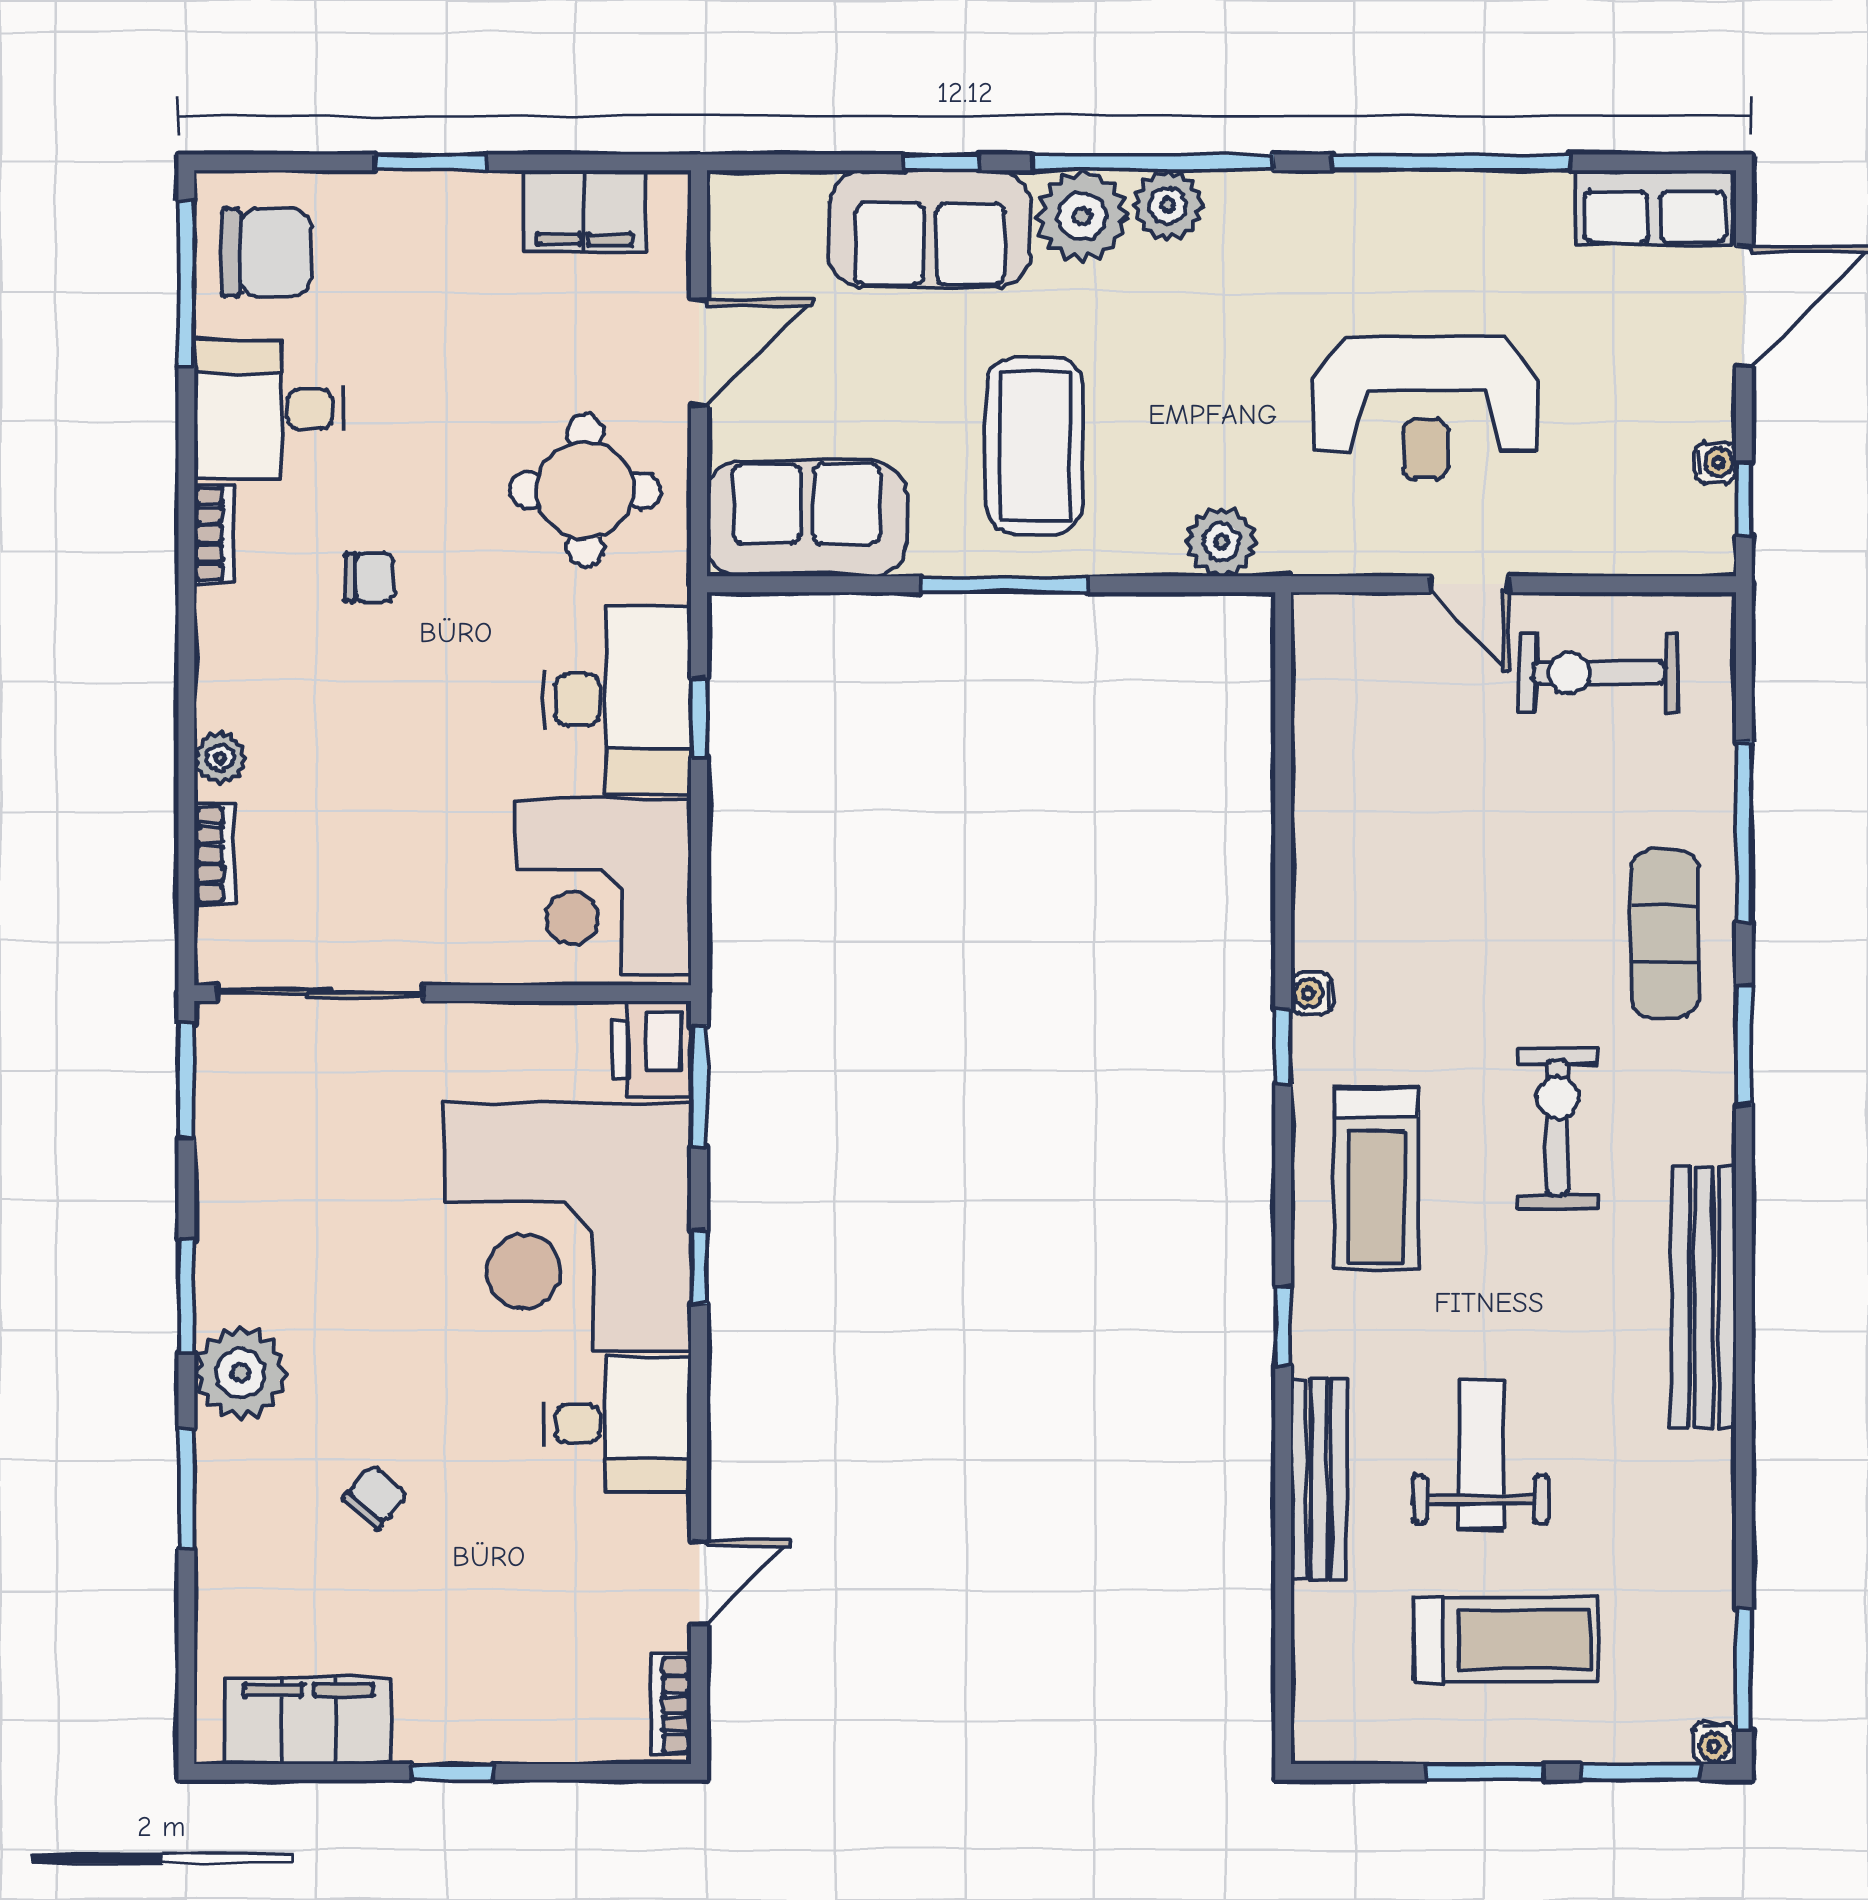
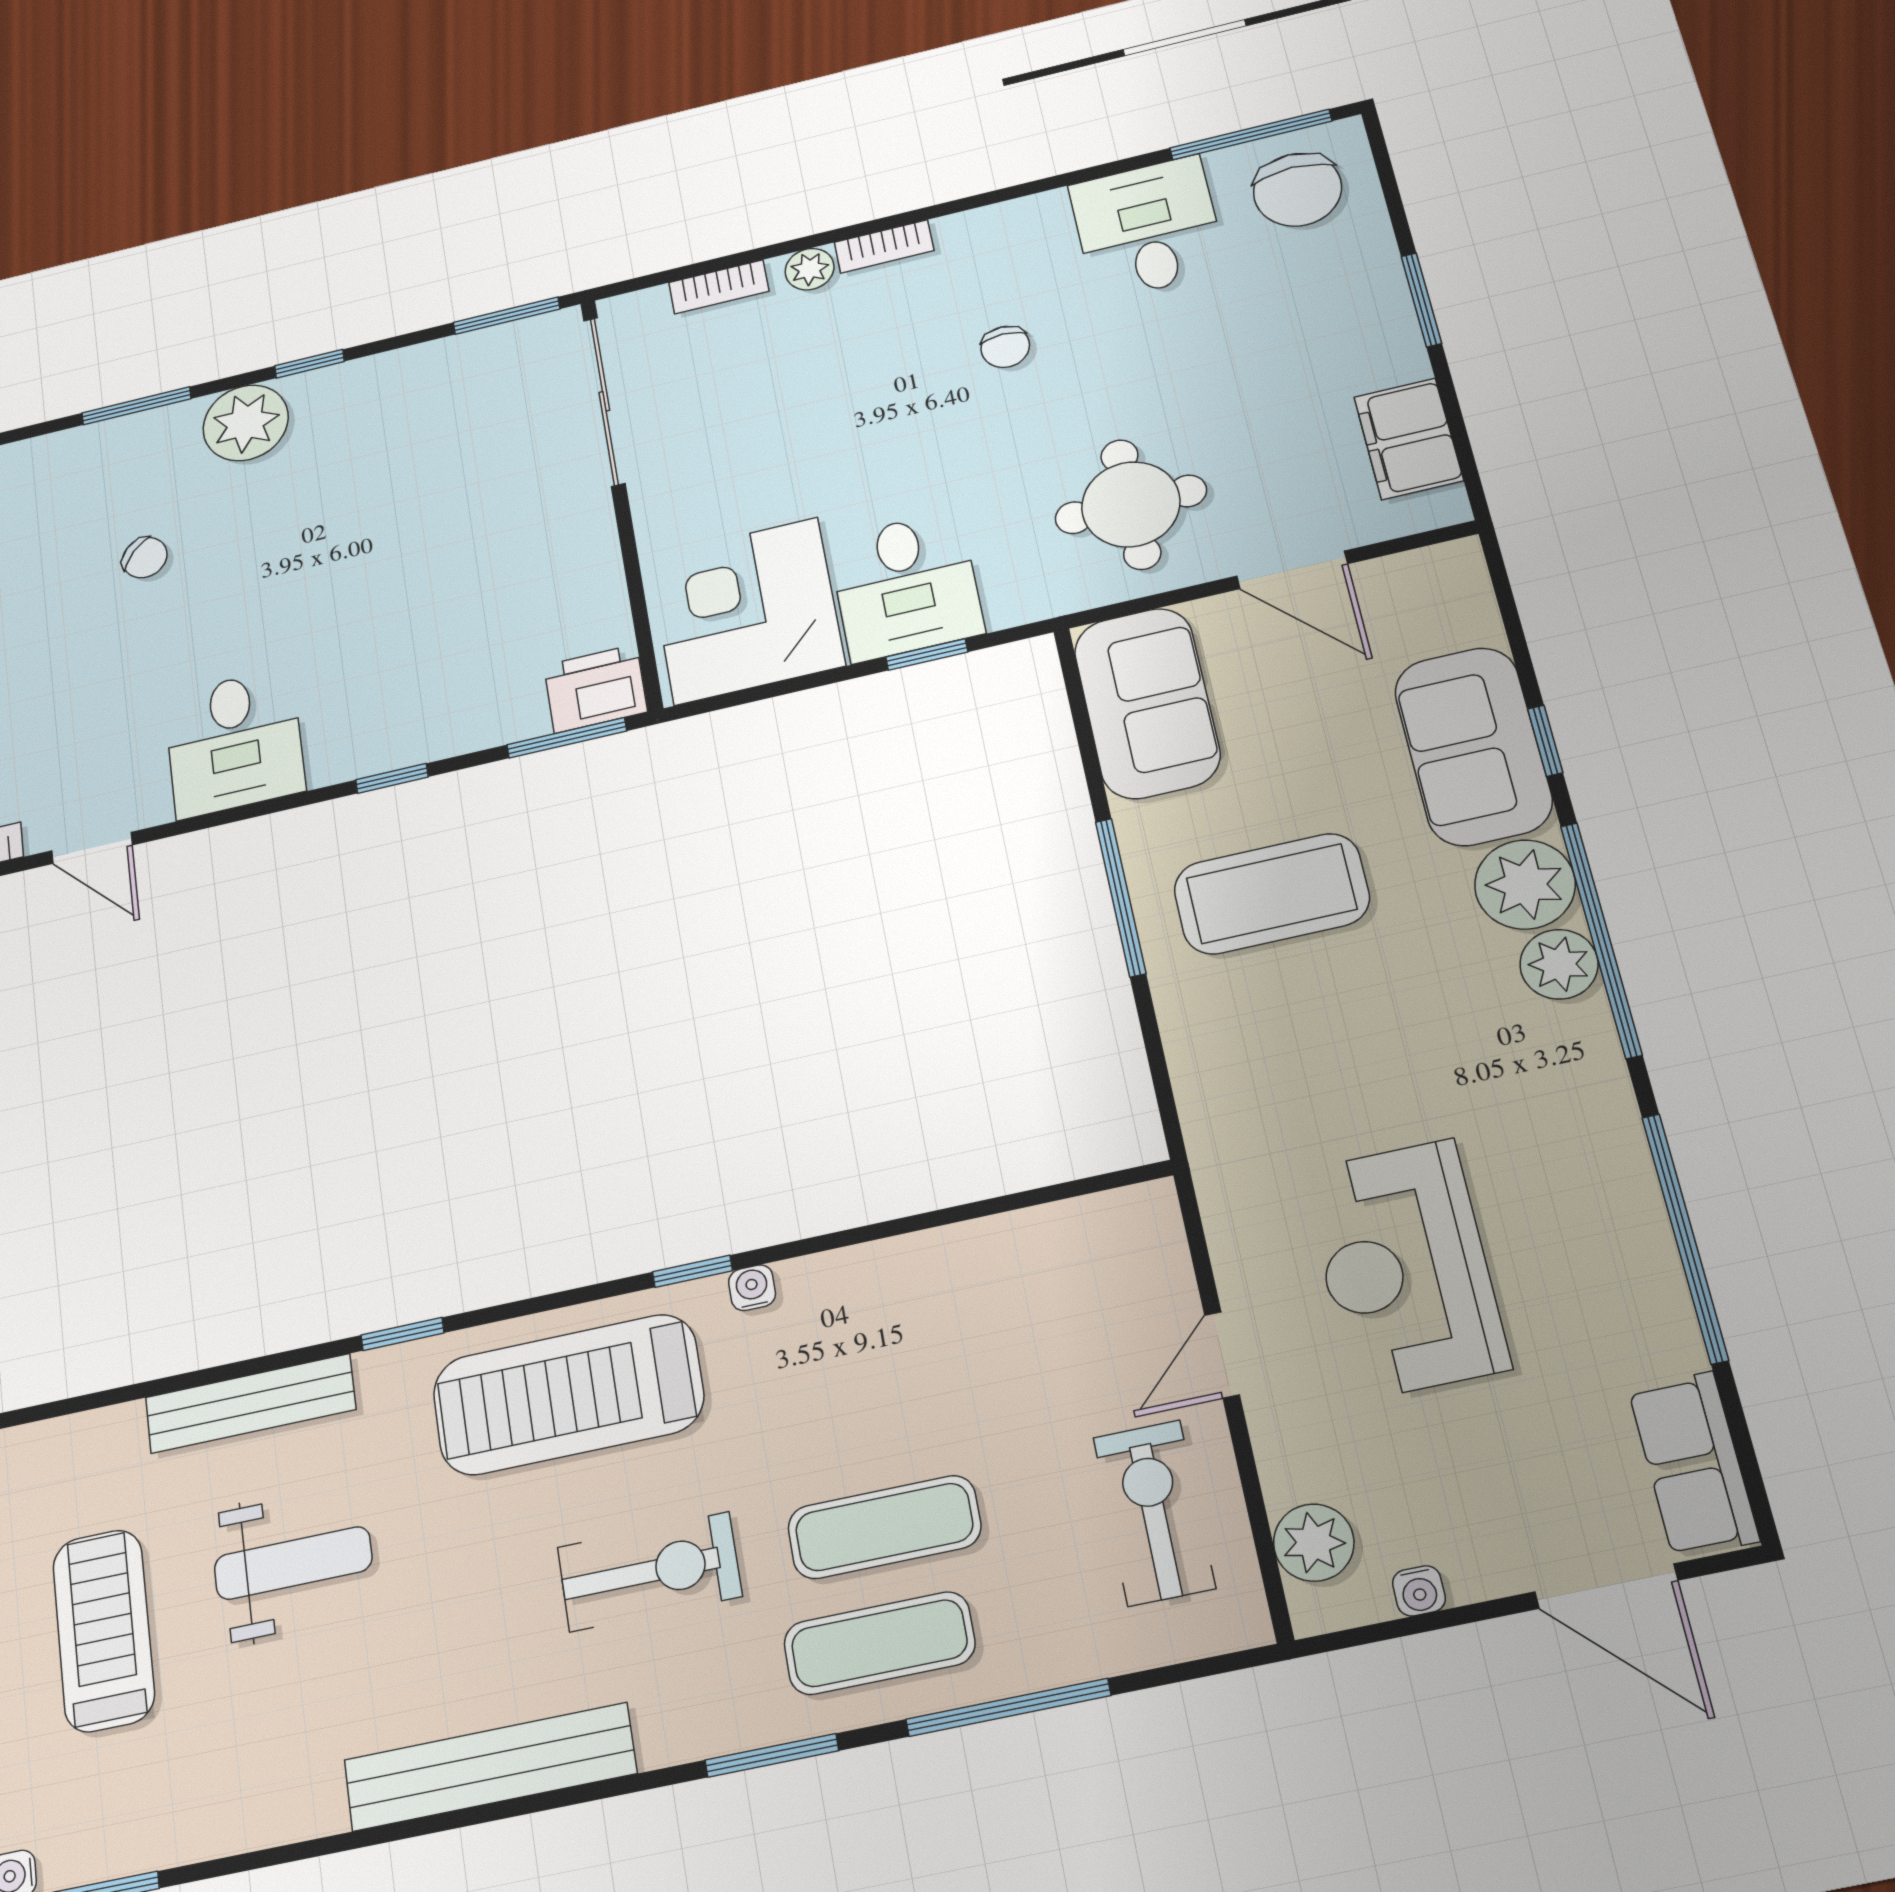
window: (1744, 499) -> (1385, 1631), removed
bookcase: (214, 534) -> (884, 246), moved
plant: (1222, 542) -> (1314, 1543), moved
desk: (617, 700) -> (906, 586), width x0.73
exercise mat: (1562, 911) -> (884, 1527), added
treadmill: (1376, 1179) -> (568, 1395), width x1.37, depth x1.38
corner desk: (568, 1227) -> (416, 657), removed
window: (186, 1297) -> (310, 364), width x0.67
treadmill: (1506, 1640) -> (104, 1630), turned 180

